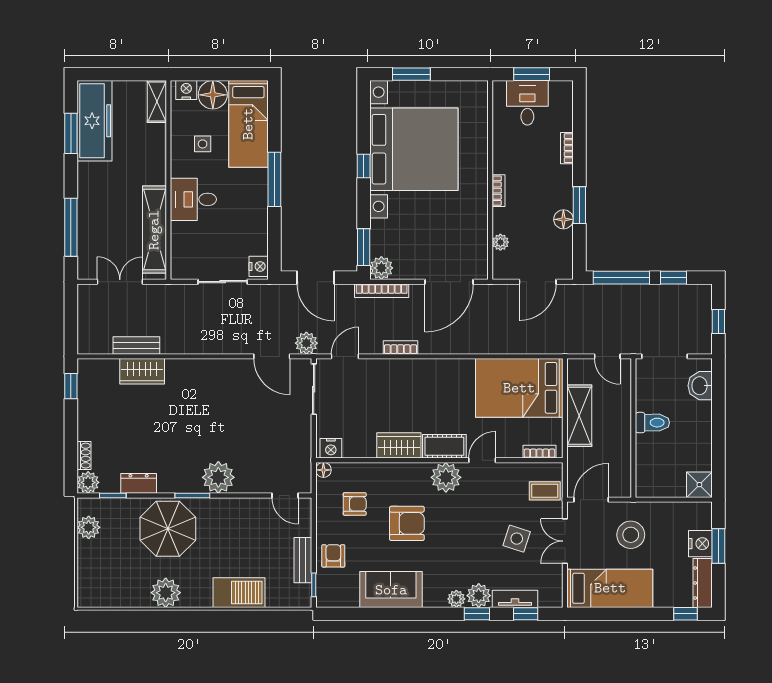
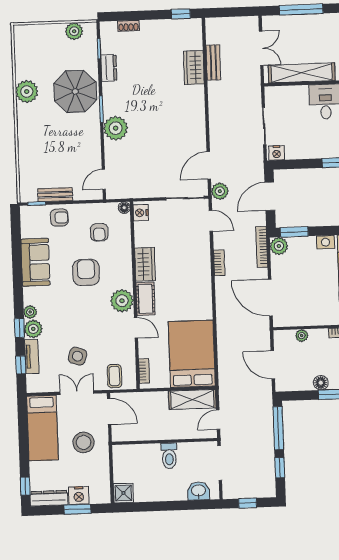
shelving: (579, 416) -> (192, 399), moved
plant: (88, 482) -> (108, 30), removed
armchair: (407, 523) -> (86, 272), turned 180
barbecue: (239, 593) -> (29, 147), removed

